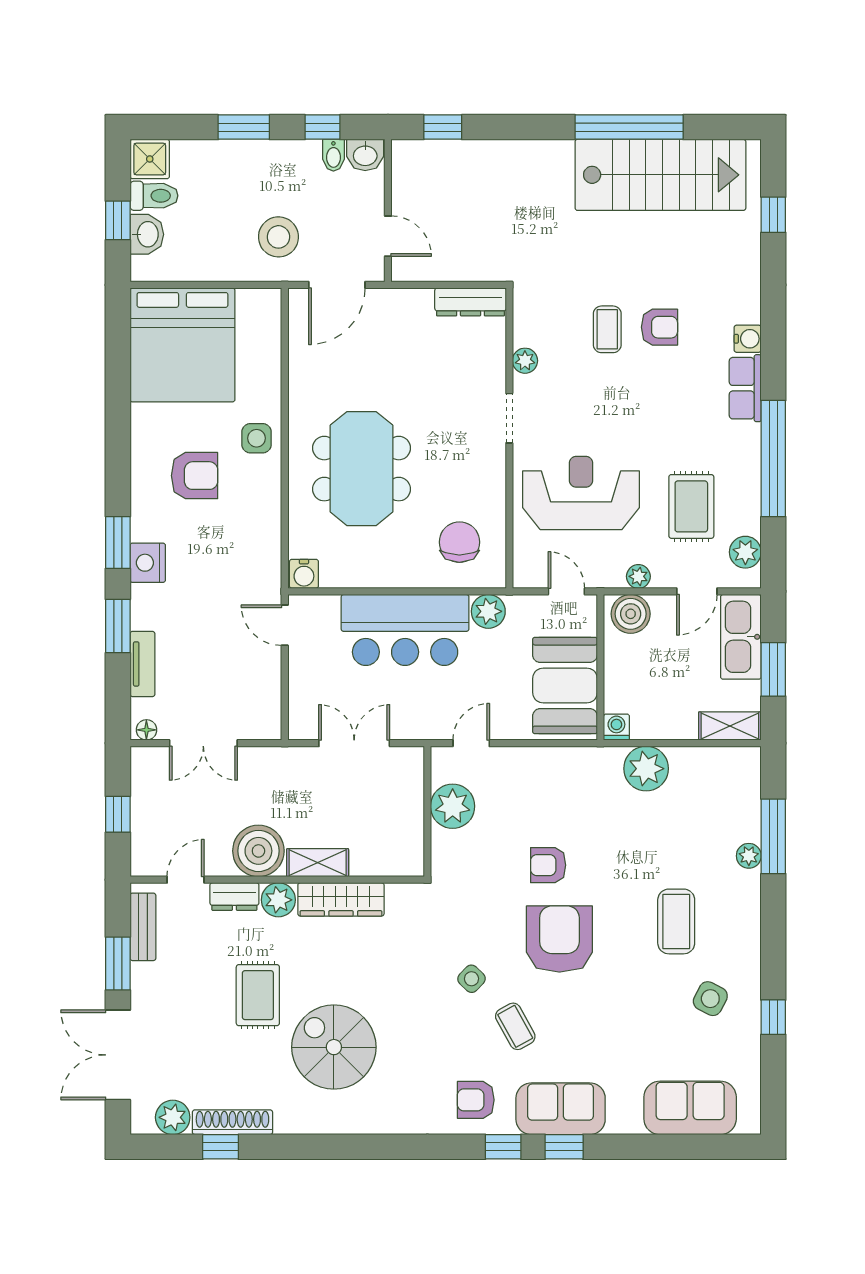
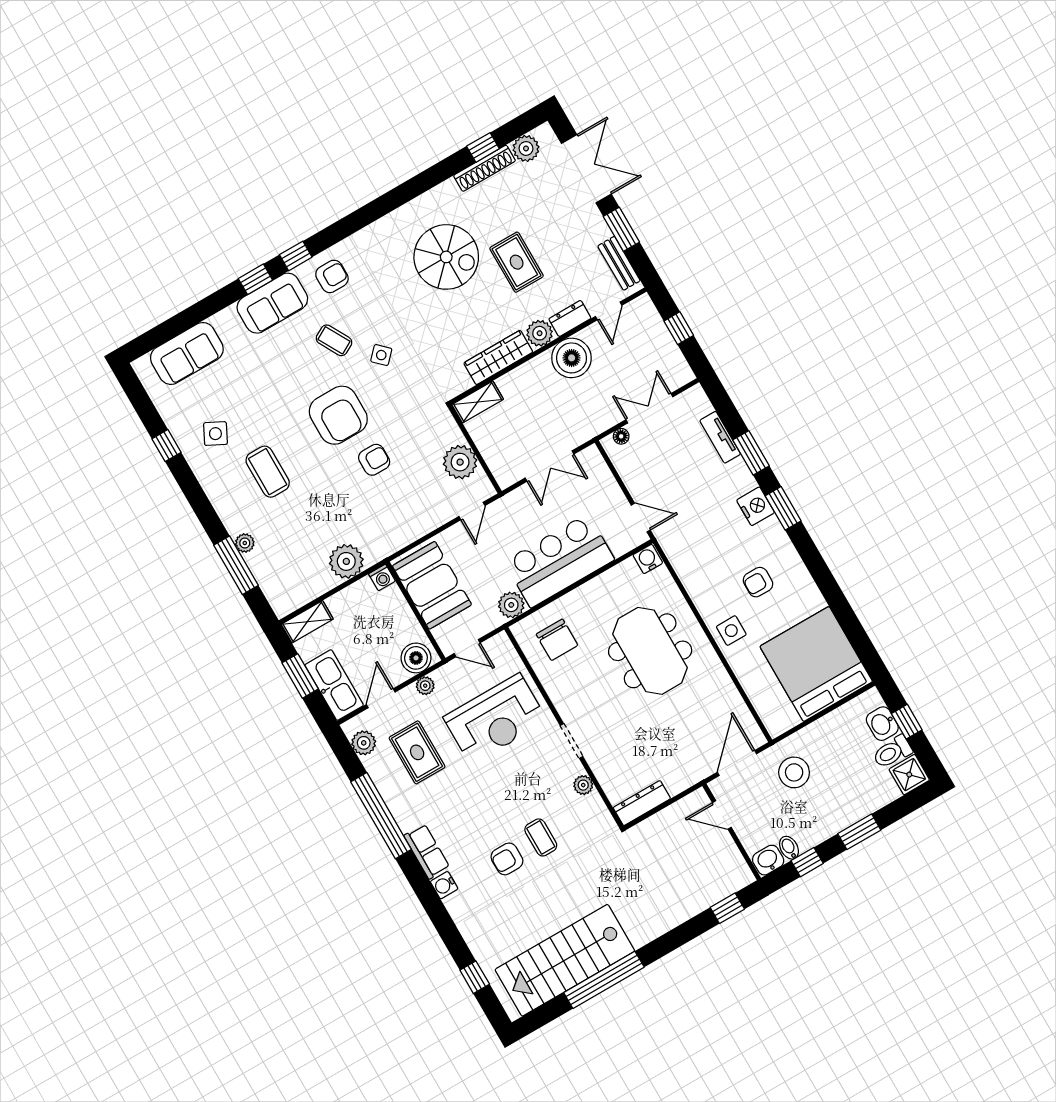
armchair: (195, 476) -> (758, 582), width x0.72, depth x0.72
floor lamp: (146, 730) -> (621, 436), moved
shelving: (318, 863) -> (478, 402), moved

